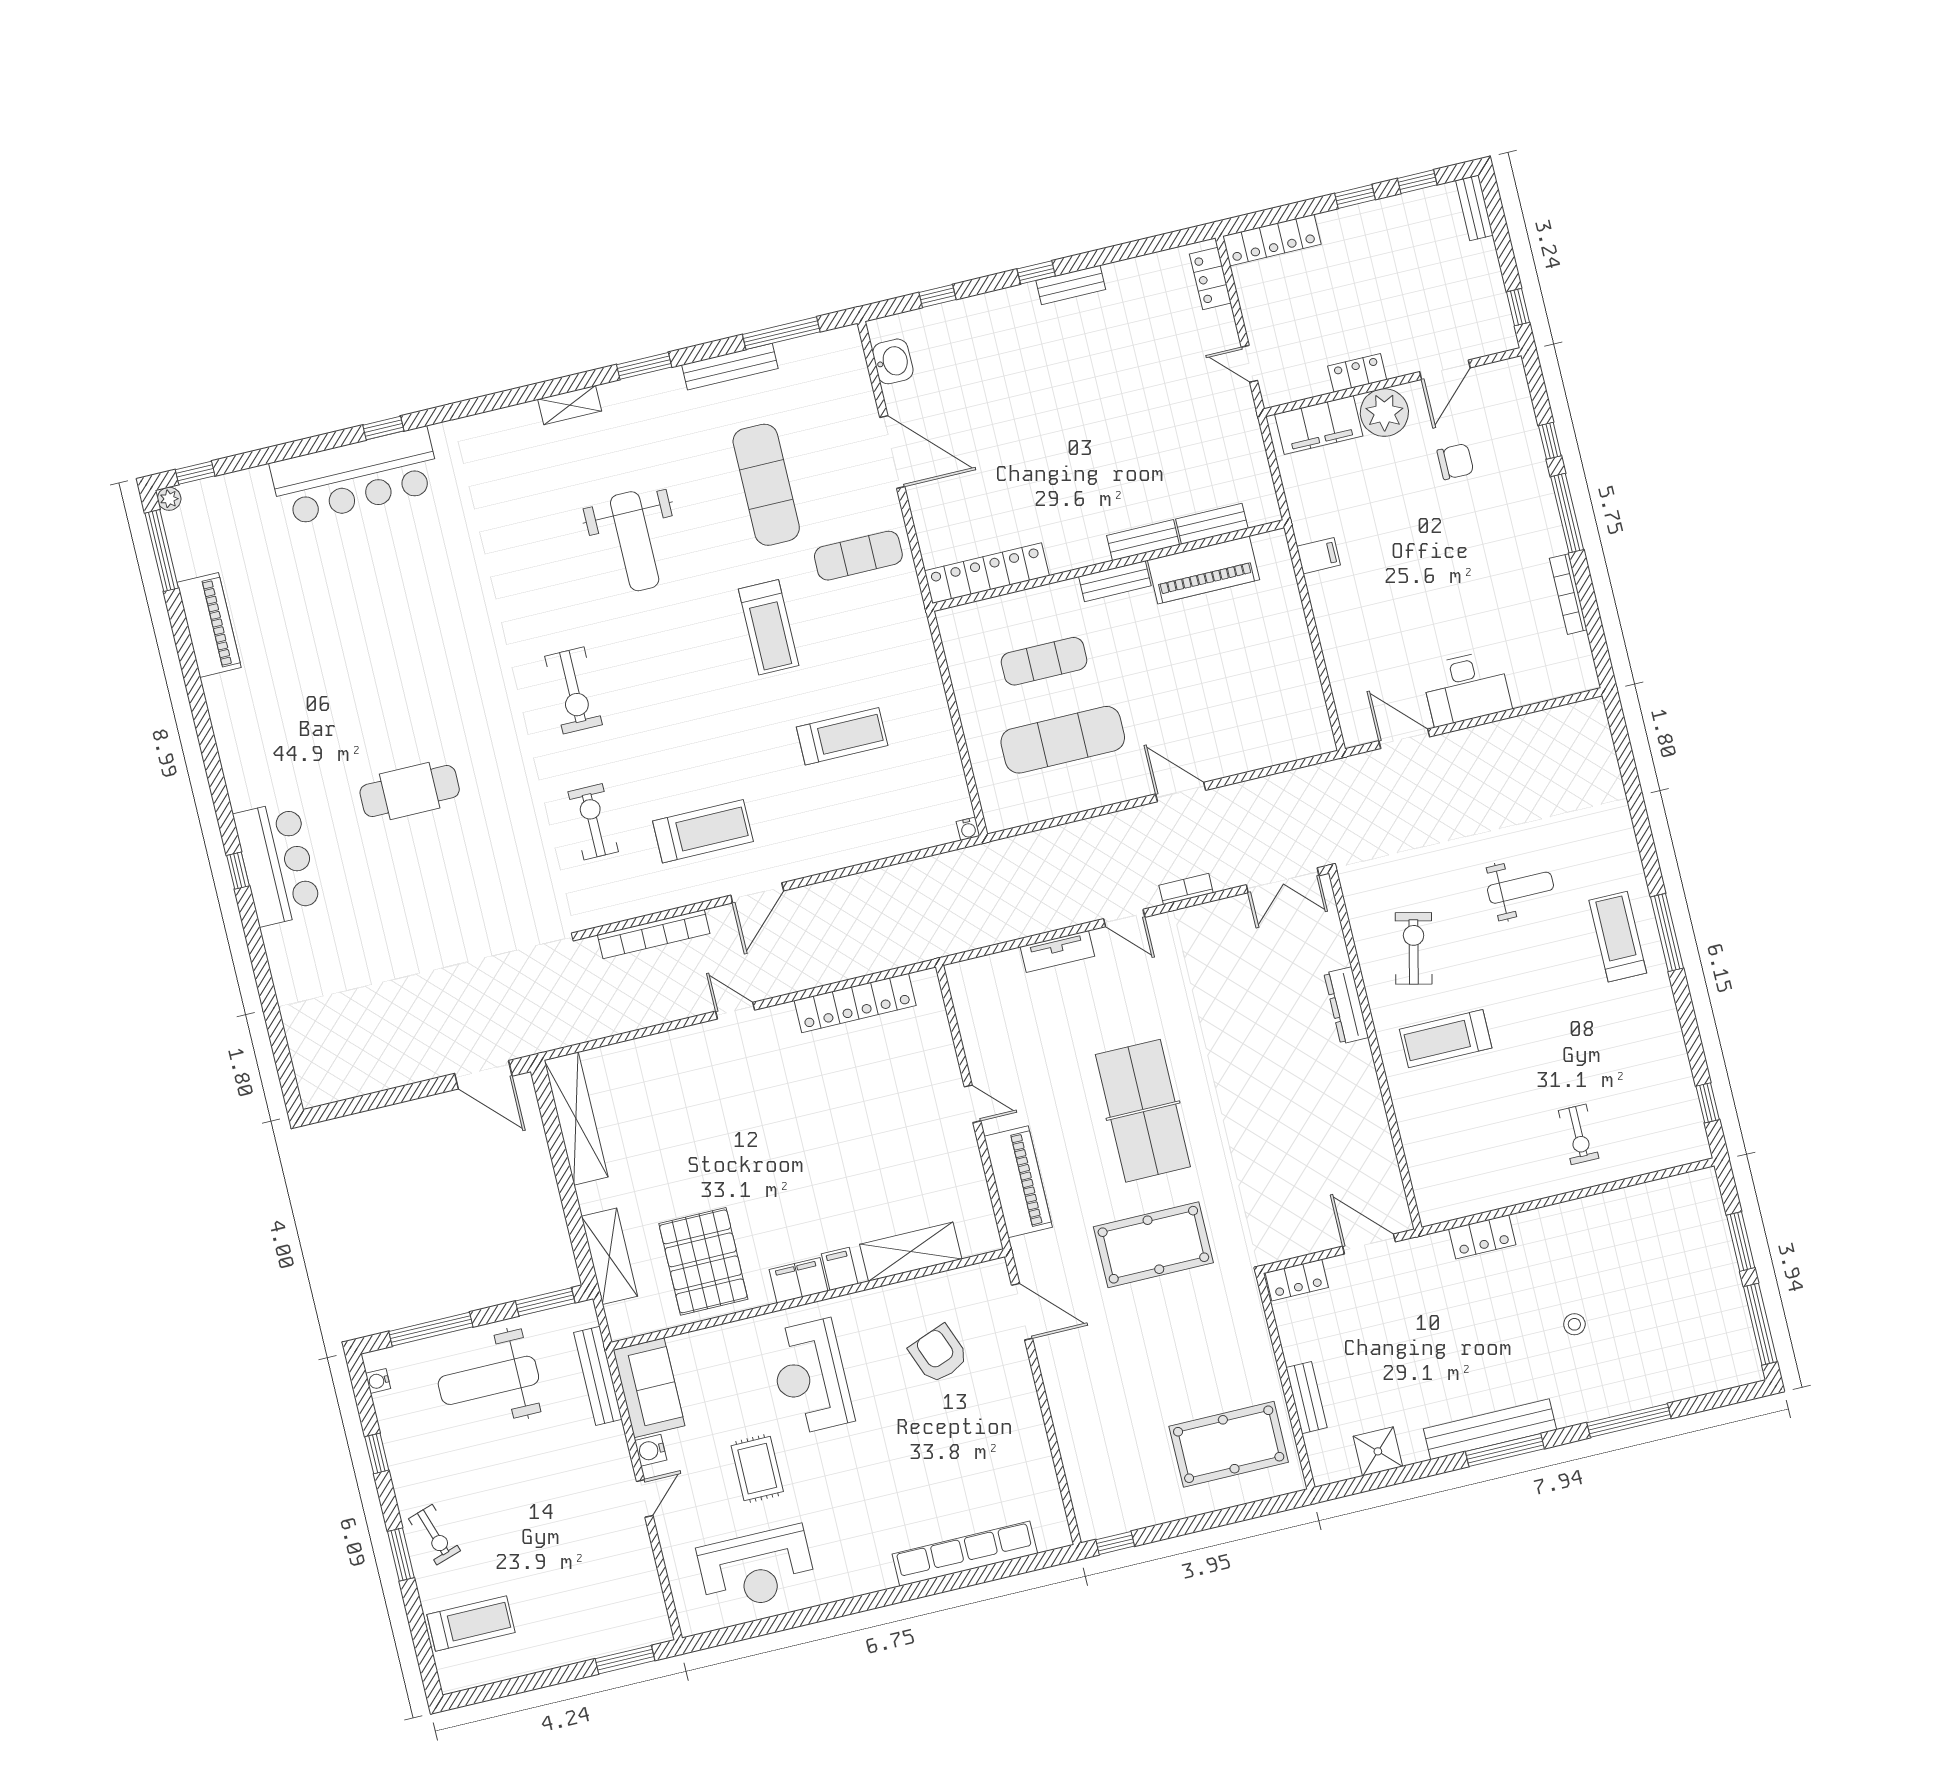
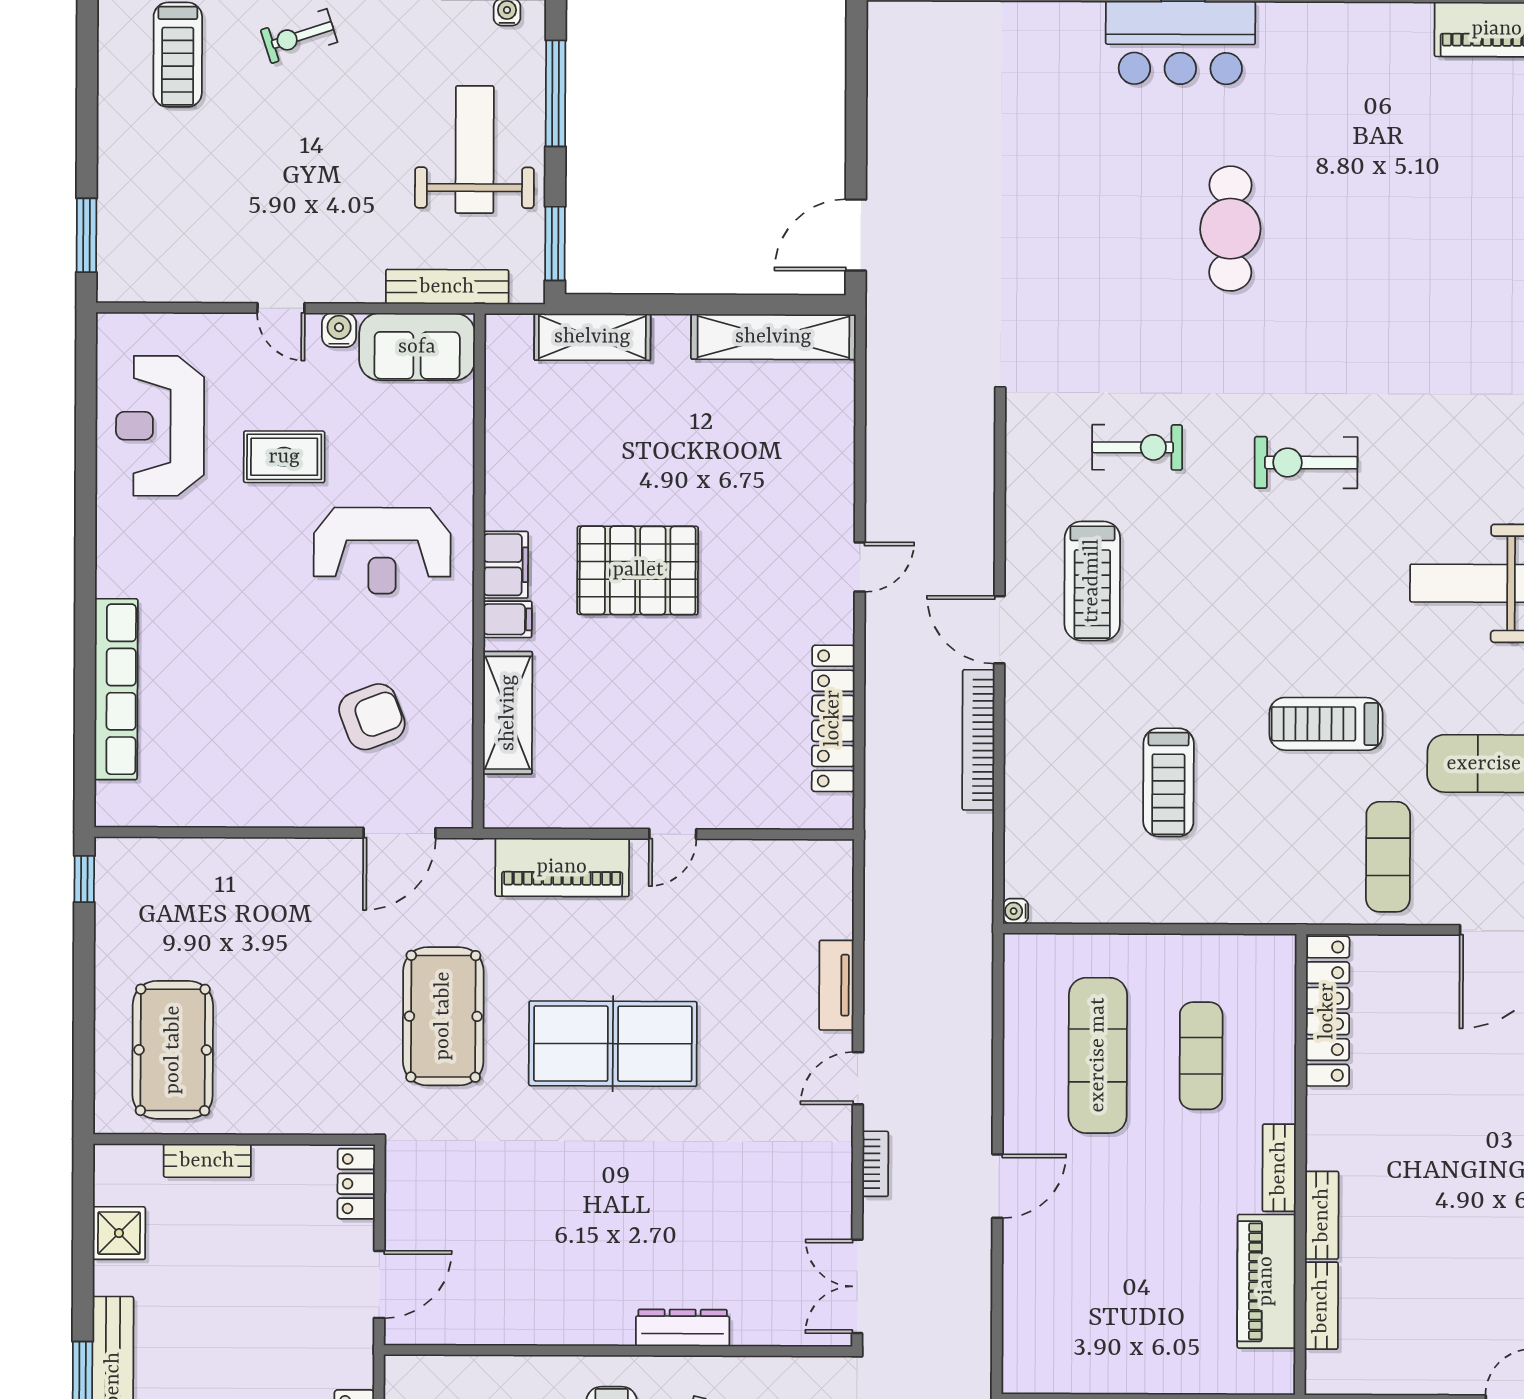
bookcase: (654, 934) -> (978, 740), moved
pallet: (703, 1261) -> (638, 570), moved
reception desk: (811, 1377) -> (382, 551), turned 180

